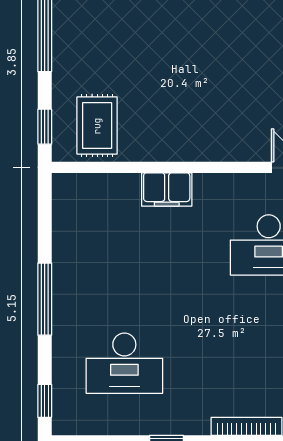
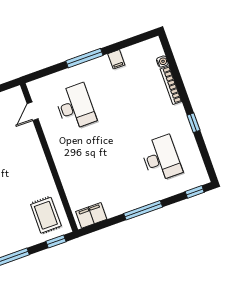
rug: (97, 126) -> (46, 215), turned 90
filing cabinet: (167, 189) -> (91, 215), moved, turned -90

